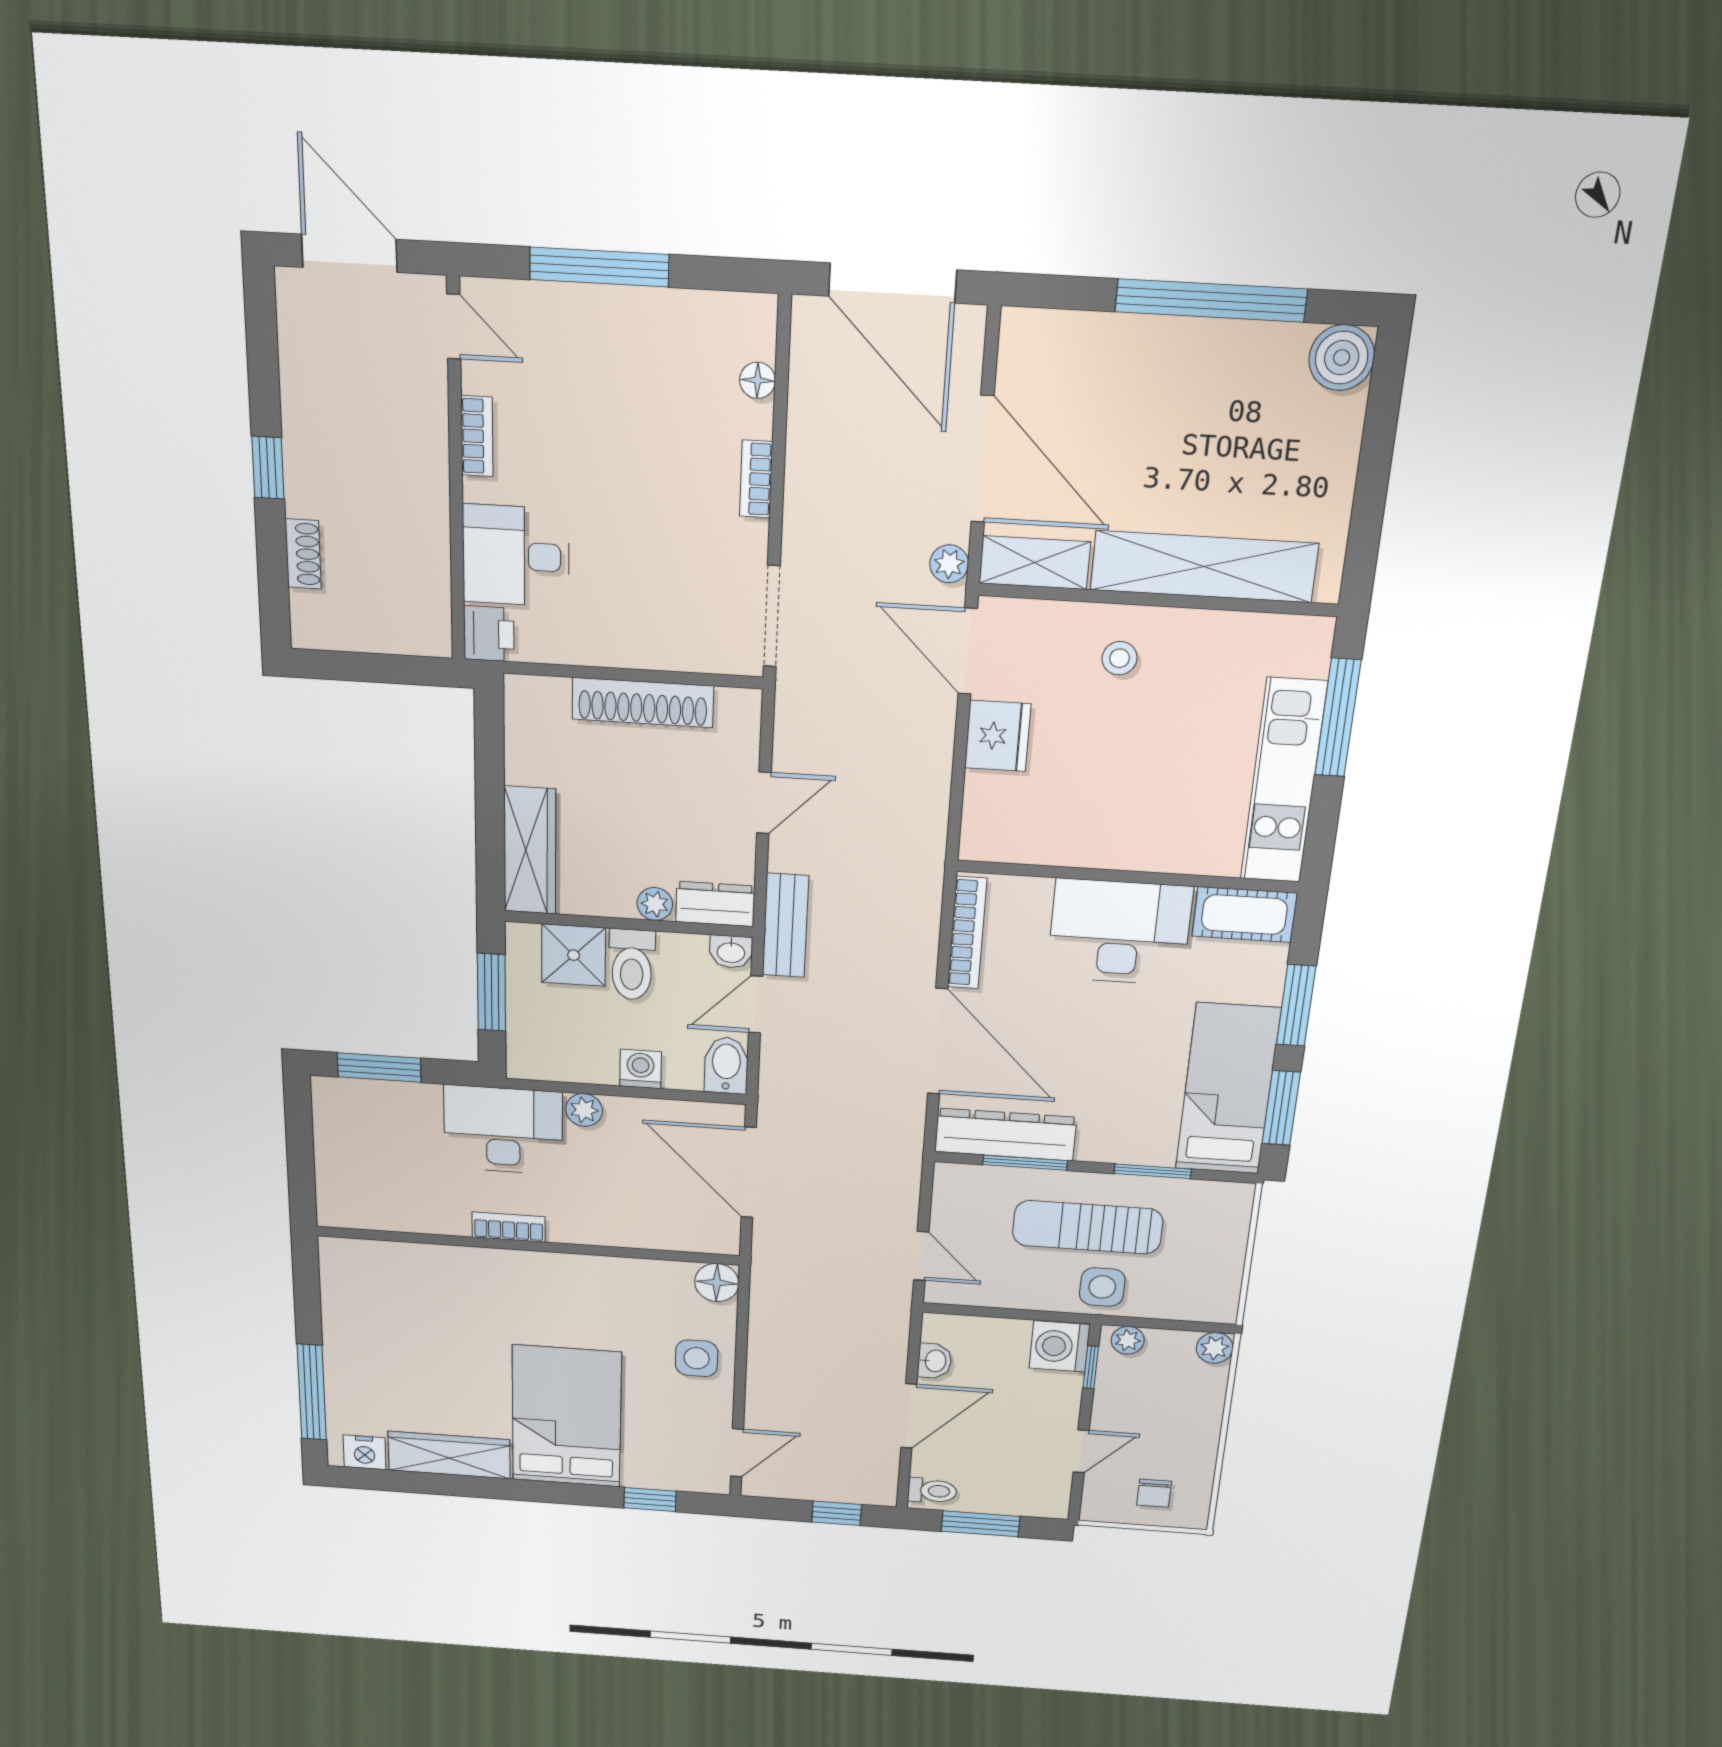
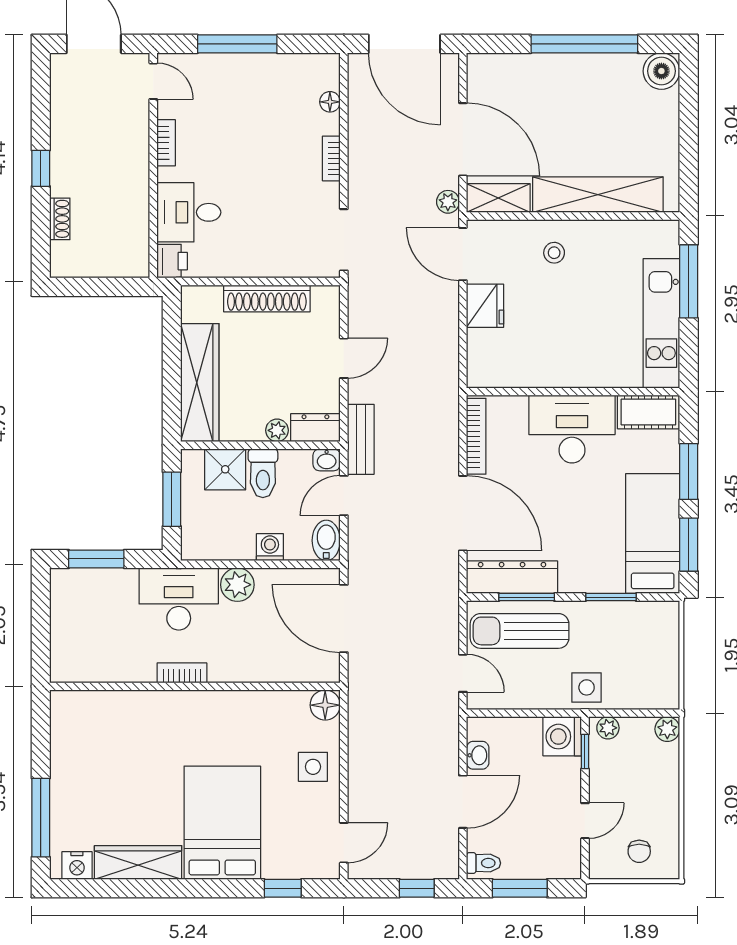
wardrobe: (530, 850) -> (200, 383), width x1.40, depth x1.17
plant: (584, 1110) -> (237, 585), width x1.38, depth x1.38
sun lounger: (1087, 1227) -> (520, 631), moved

